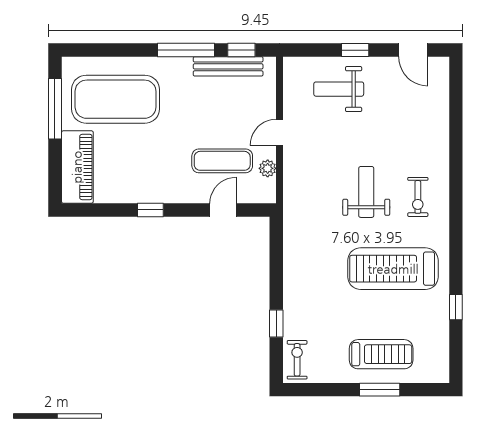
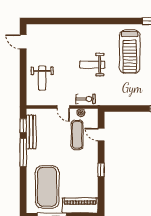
window: (355, 50) -> (23, 70), removed
door: (413, 50) -> (23, 42), swing flipped
exercise bike: (418, 197) -> (86, 99), moved

